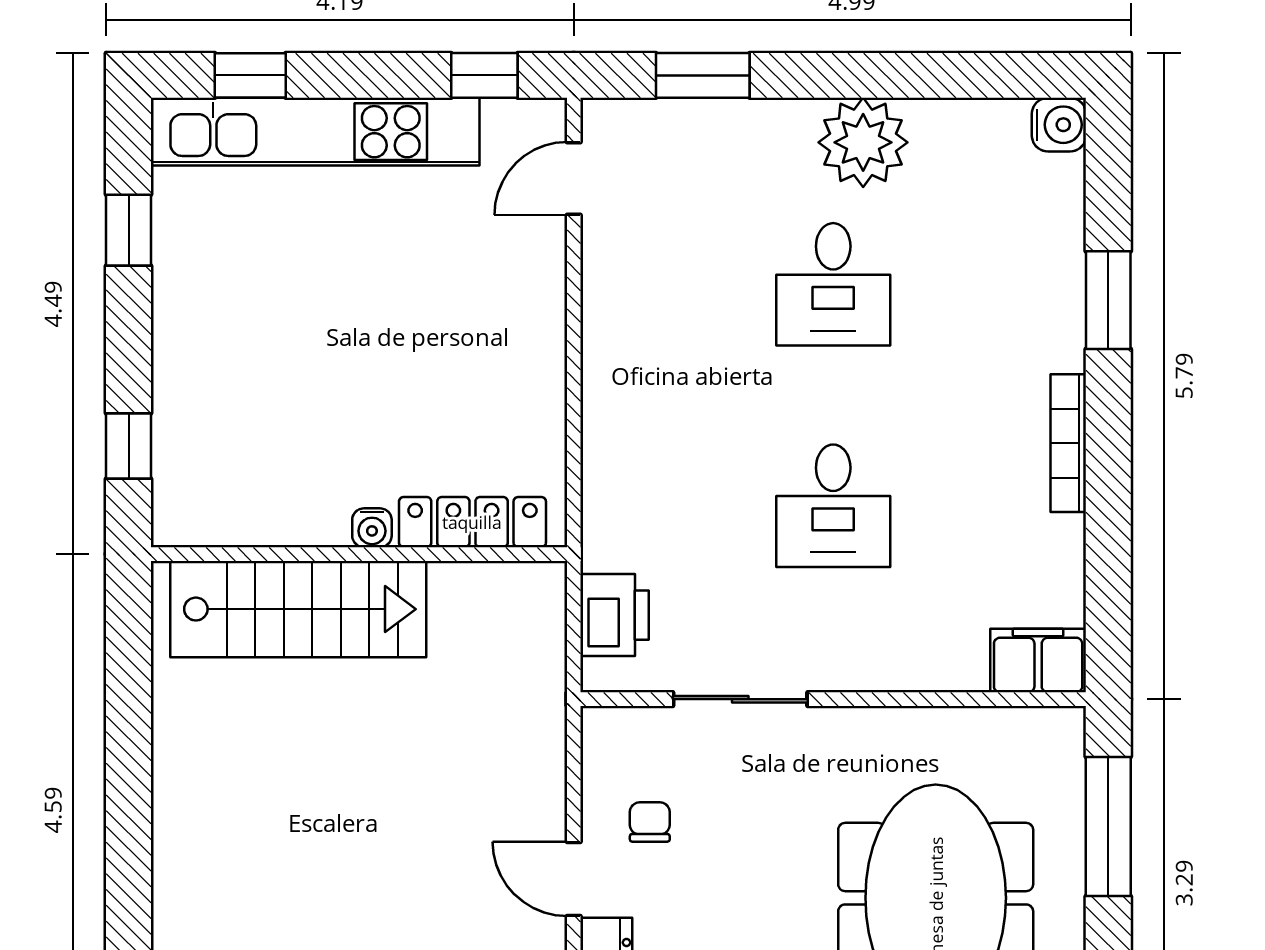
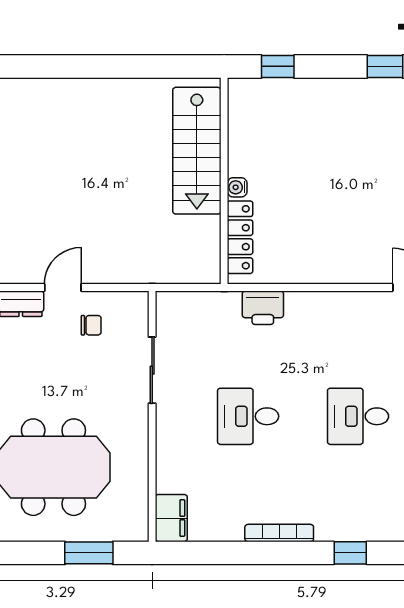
window: (1108, 300) -> (350, 553), width x0.67
printer: (615, 615) -> (263, 308), moved
window: (1108, 827) -> (89, 553), width x0.69

